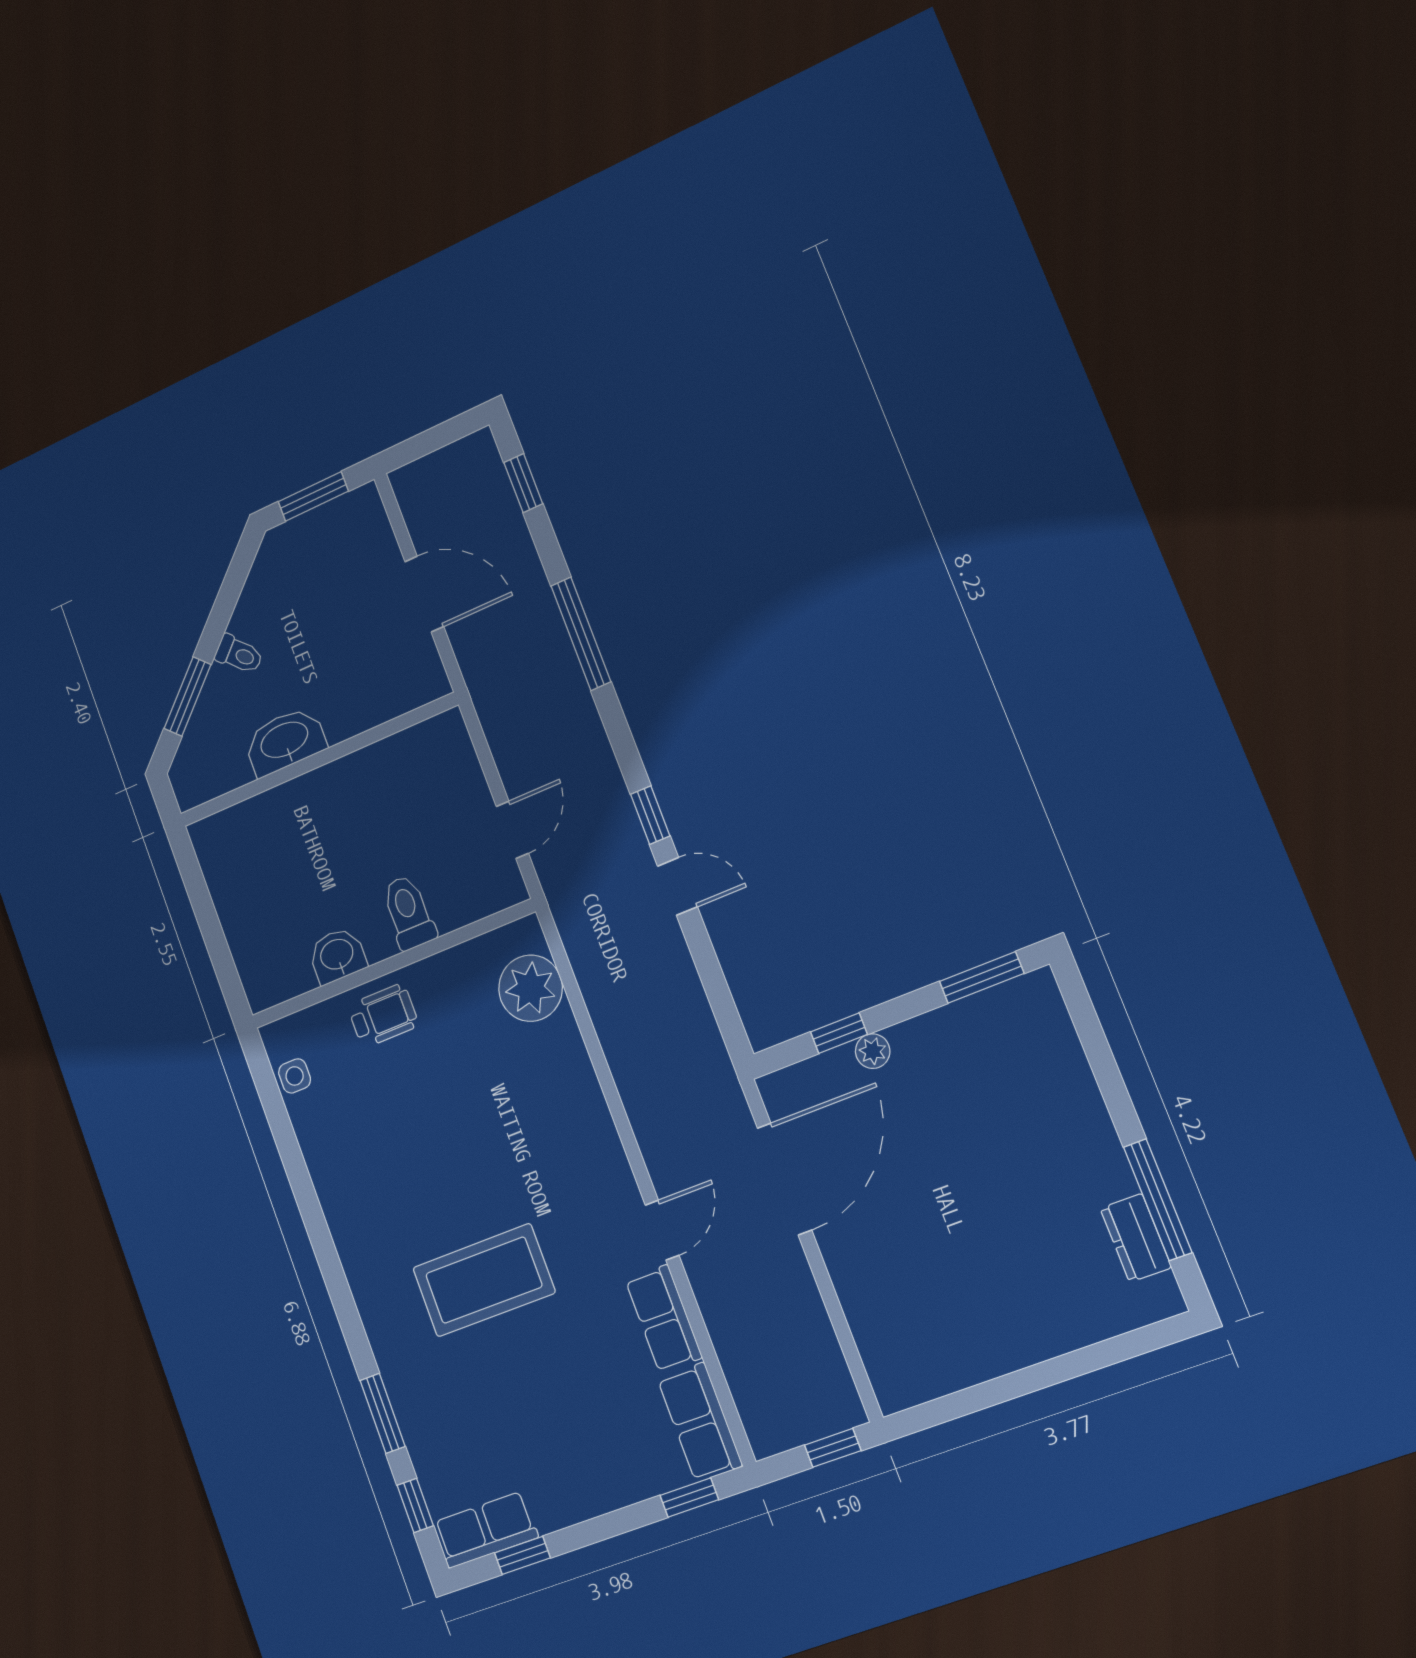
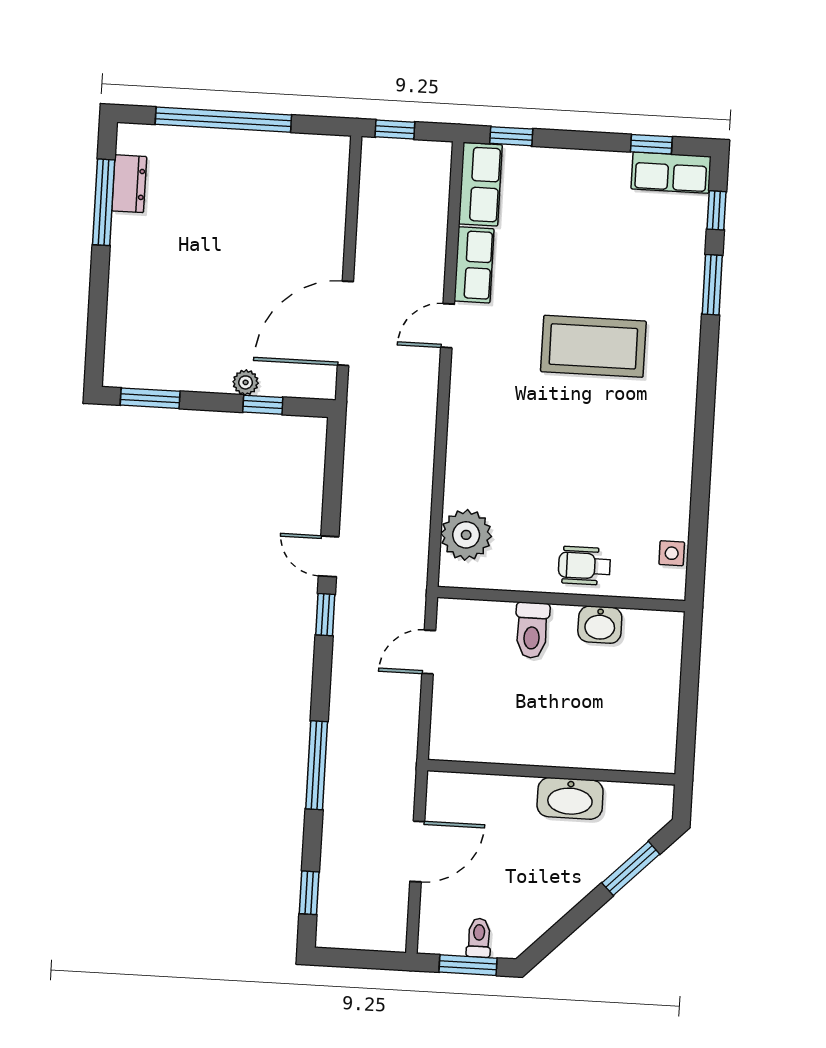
door: (424, 594) -> (417, 851), swing flipped
toilet: (239, 654) -> (479, 938), moved, turned 45
window: (1053, 1372) -> (223, 120), added

